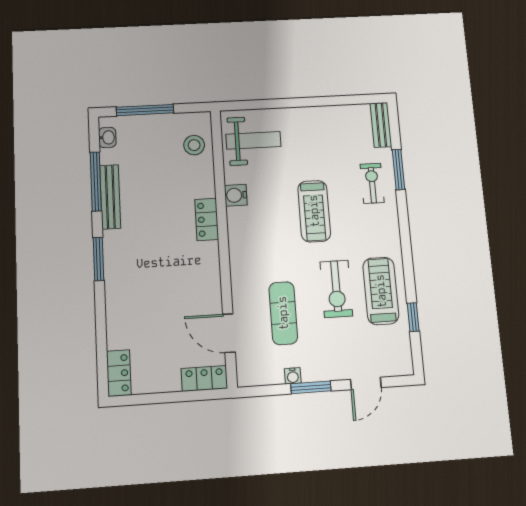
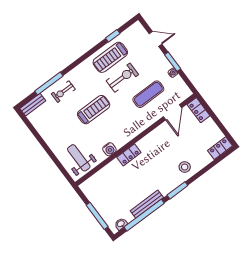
stool: (194, 145) -> (185, 167), moved
window: (398, 170) -> (49, 84), width x1.44
window: (96, 181) -> (144, 215), width x1.46

